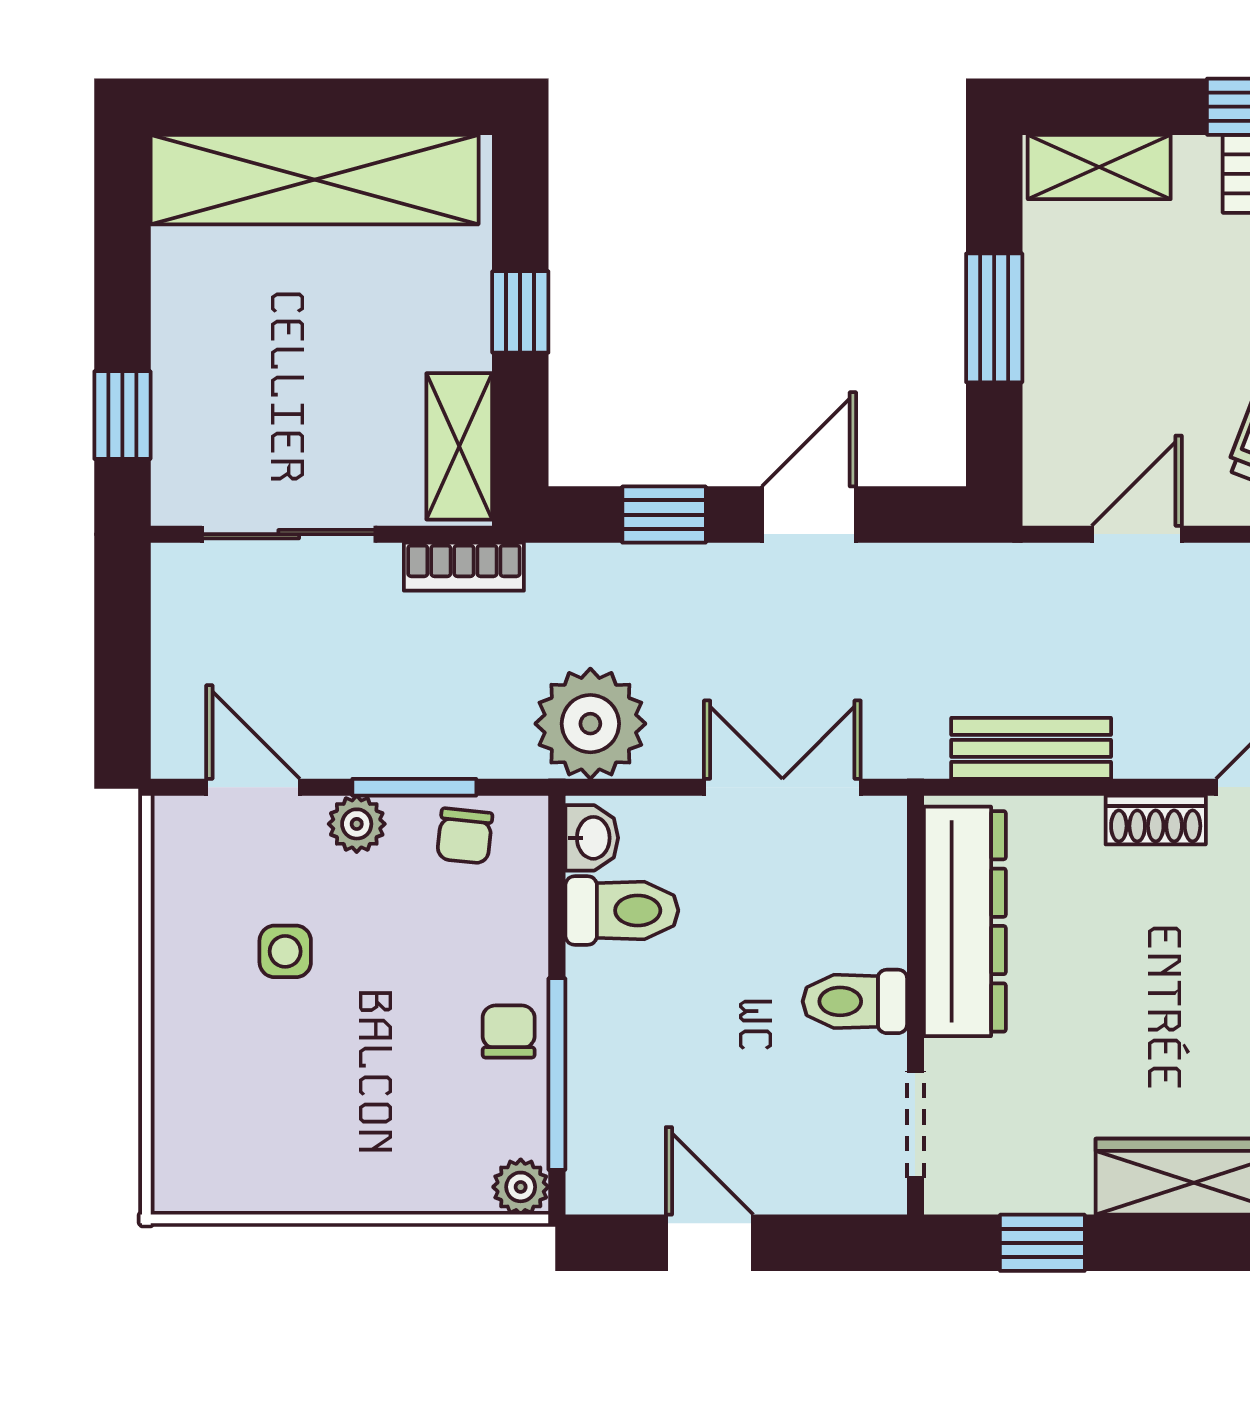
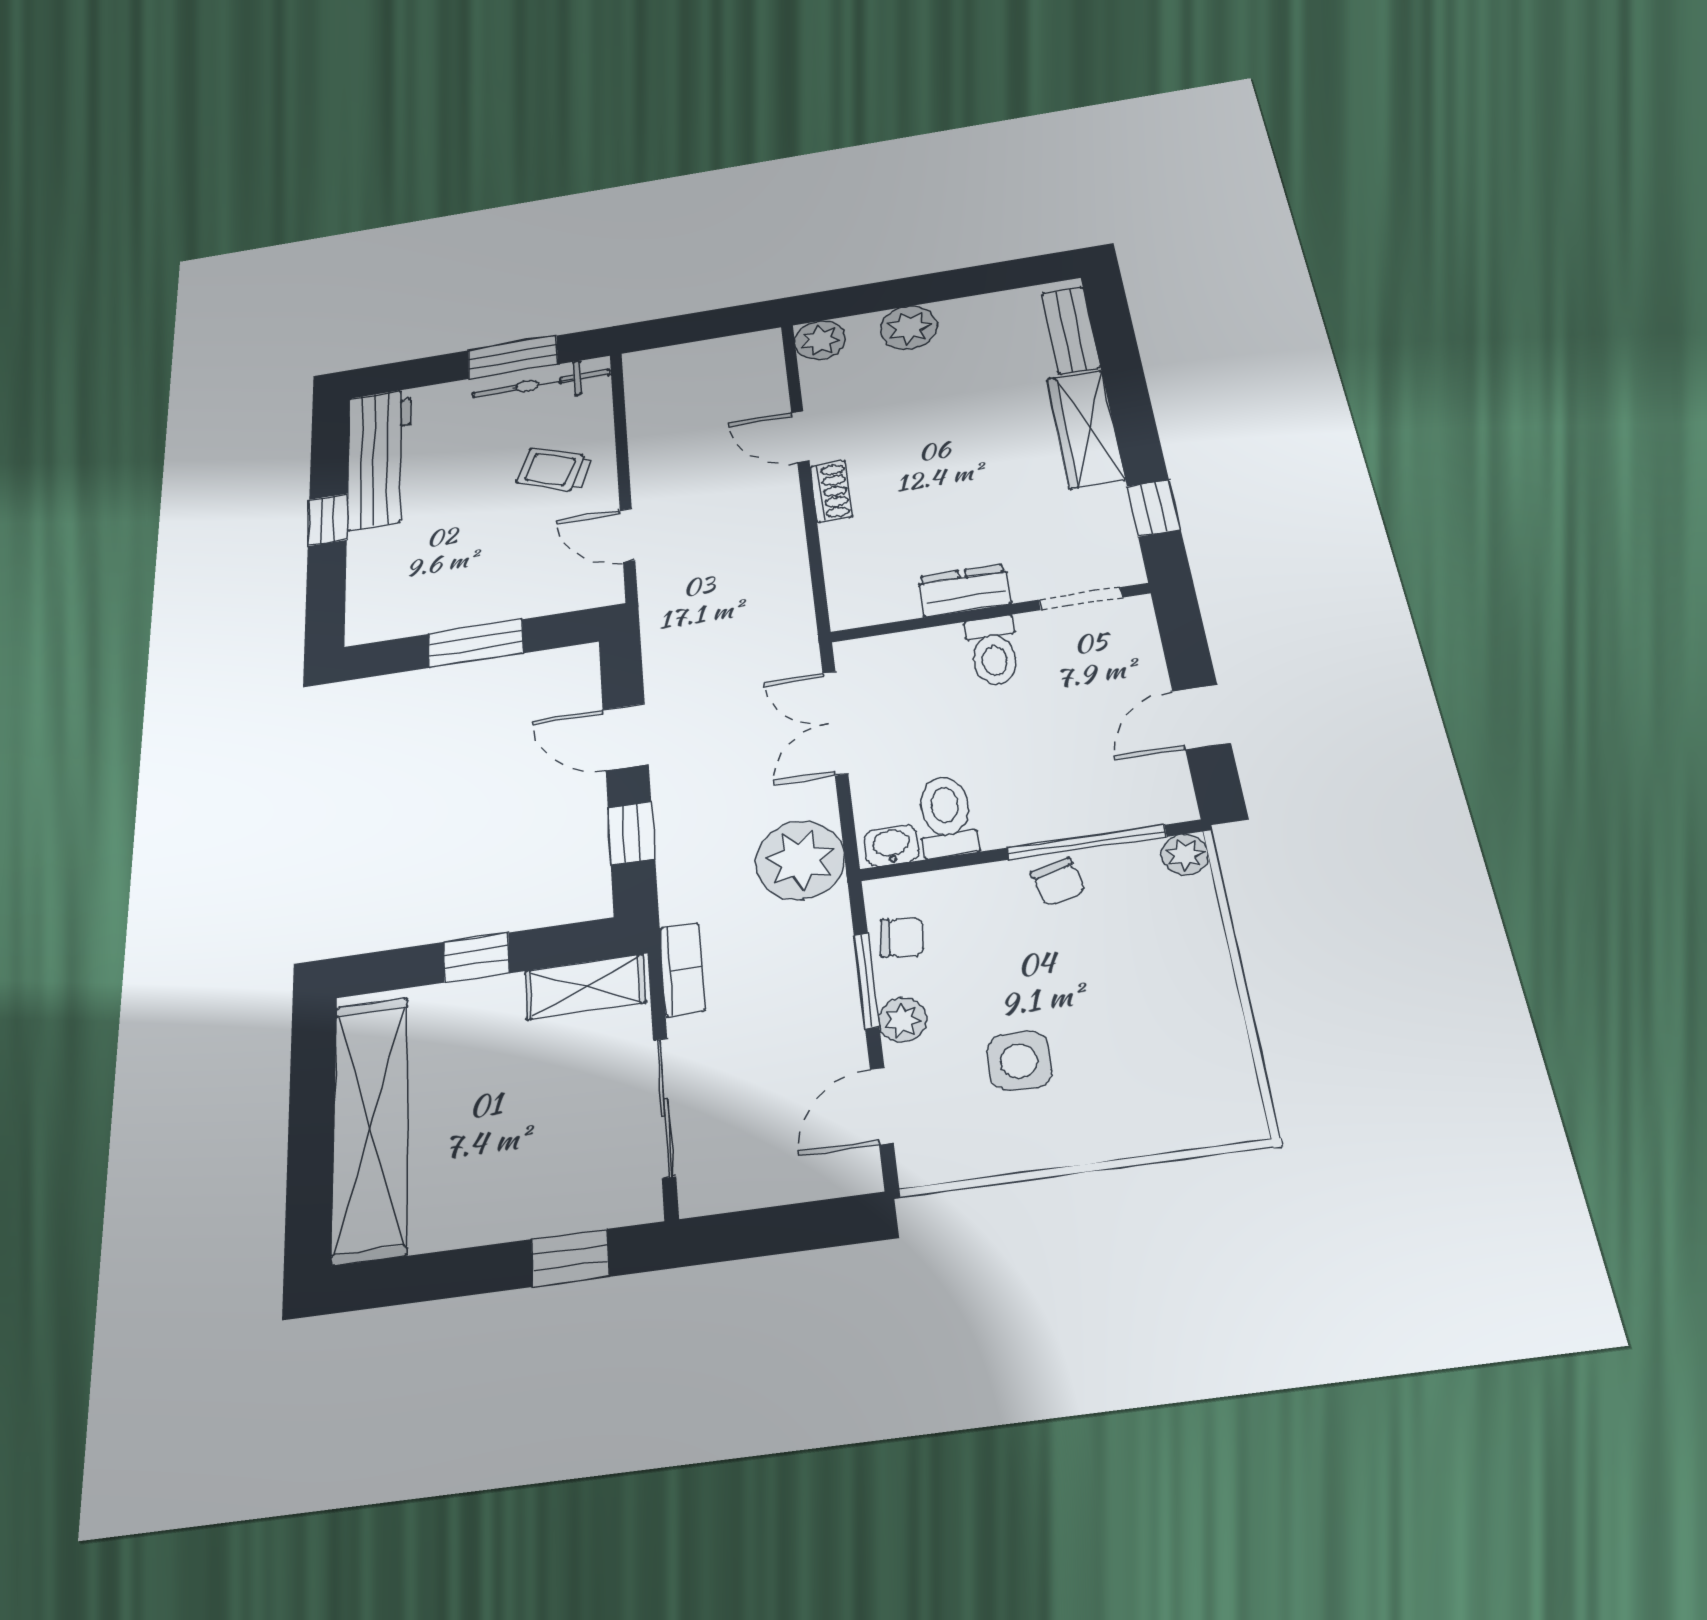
shelving: (1099, 167) -> (368, 598), removed
bench: (1031, 748) -> (788, 572), removed
dresser: (965, 921) -> (964, 590), width x0.51, depth x0.80
side table: (285, 951) -> (1019, 1061), width x1.37, depth x1.37
chair: (509, 1032) -> (1058, 882), turned -104

